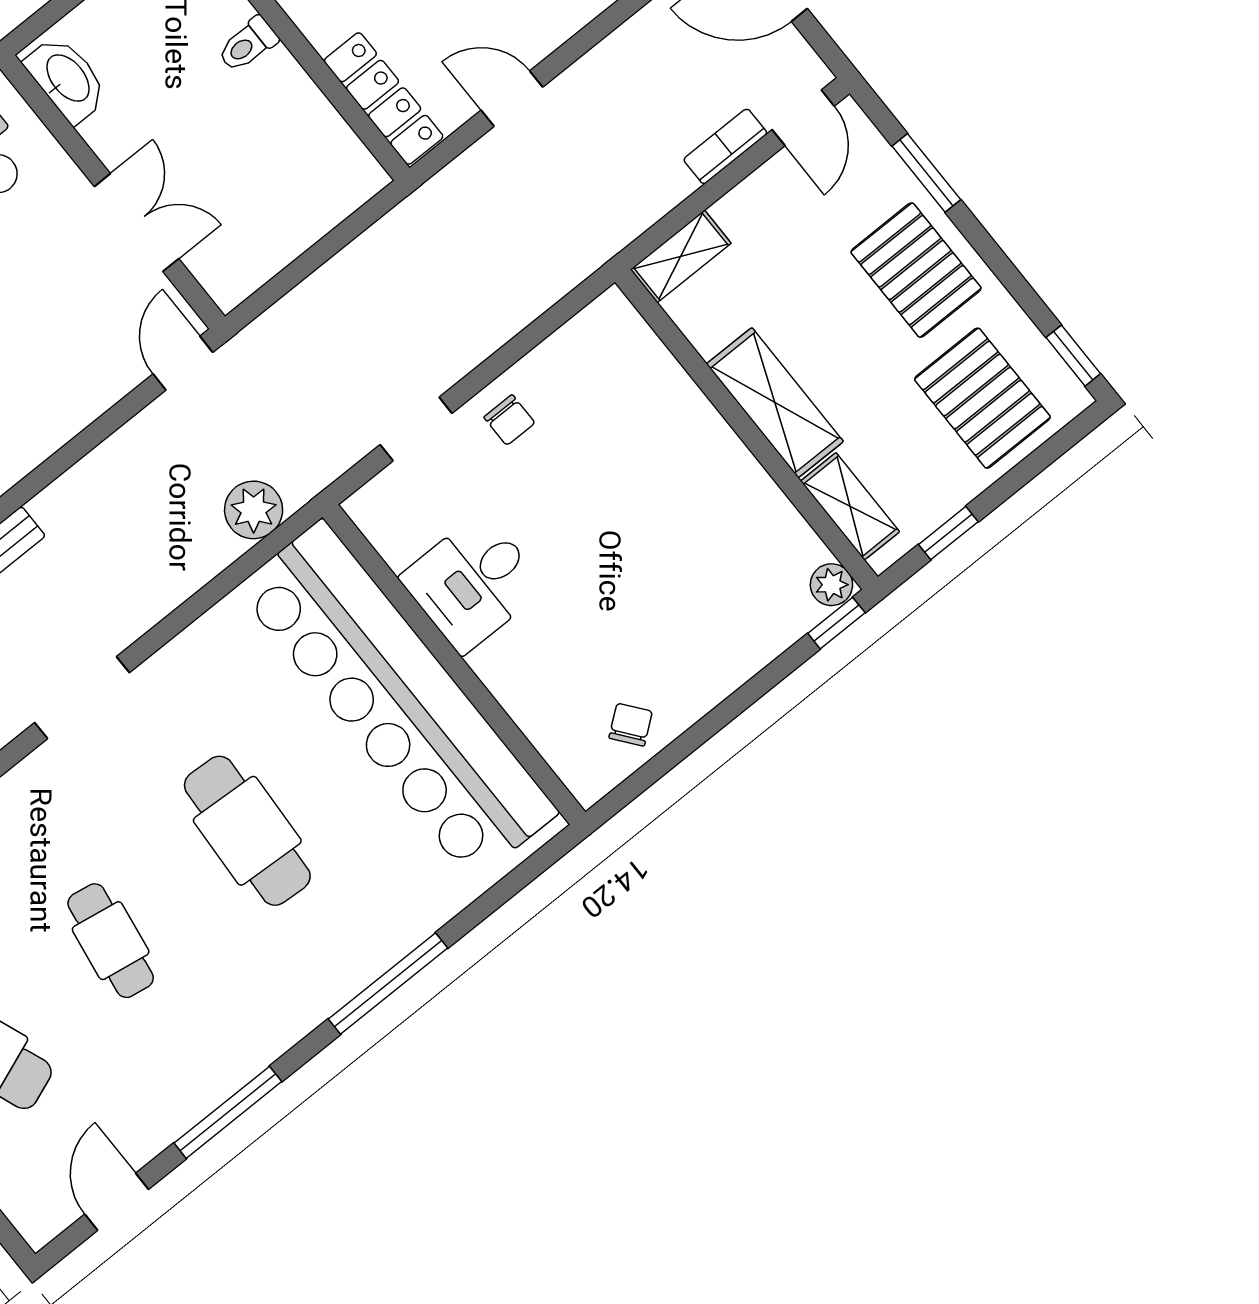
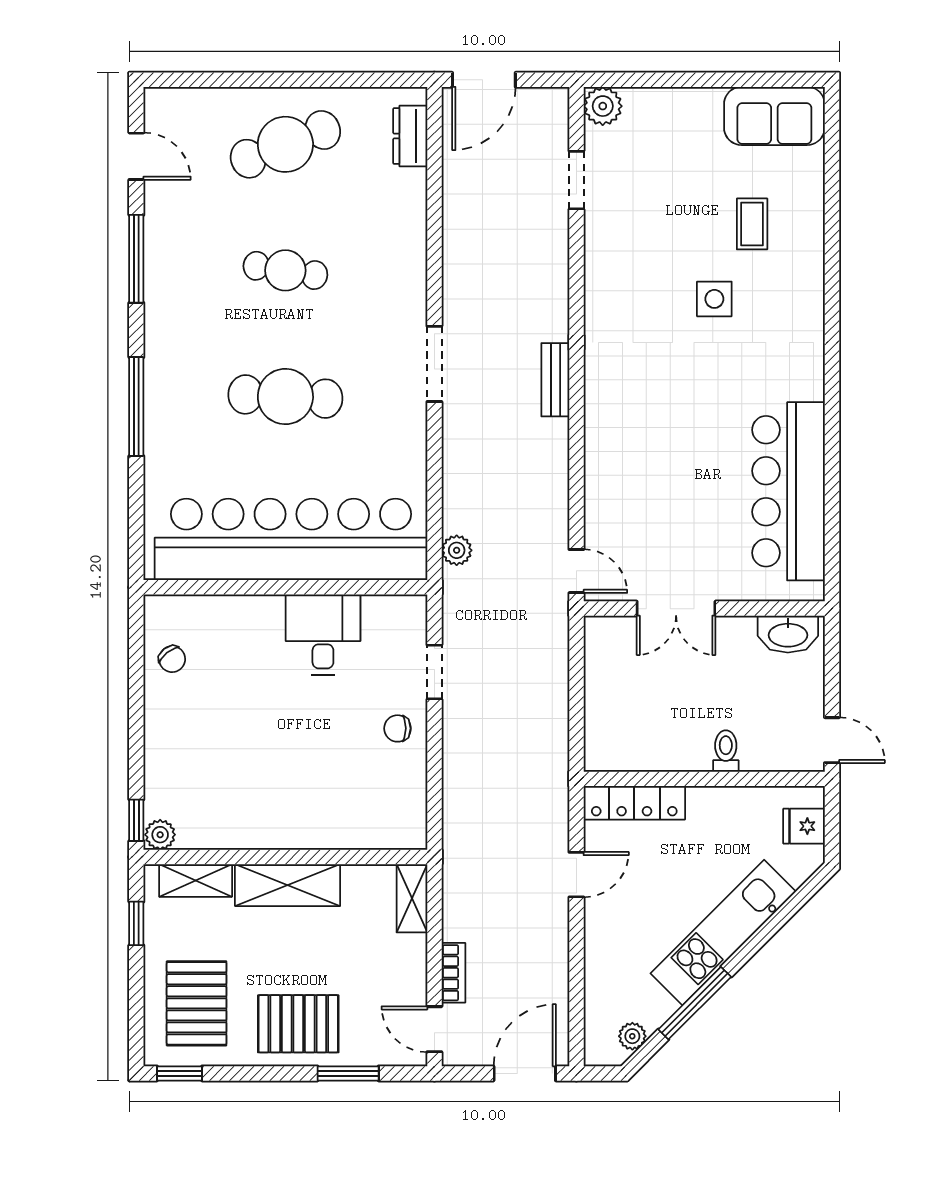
pallet: (982, 398) -> (197, 1003), turned 90
plant: (254, 510) -> (457, 550), width x0.73, depth x0.73

